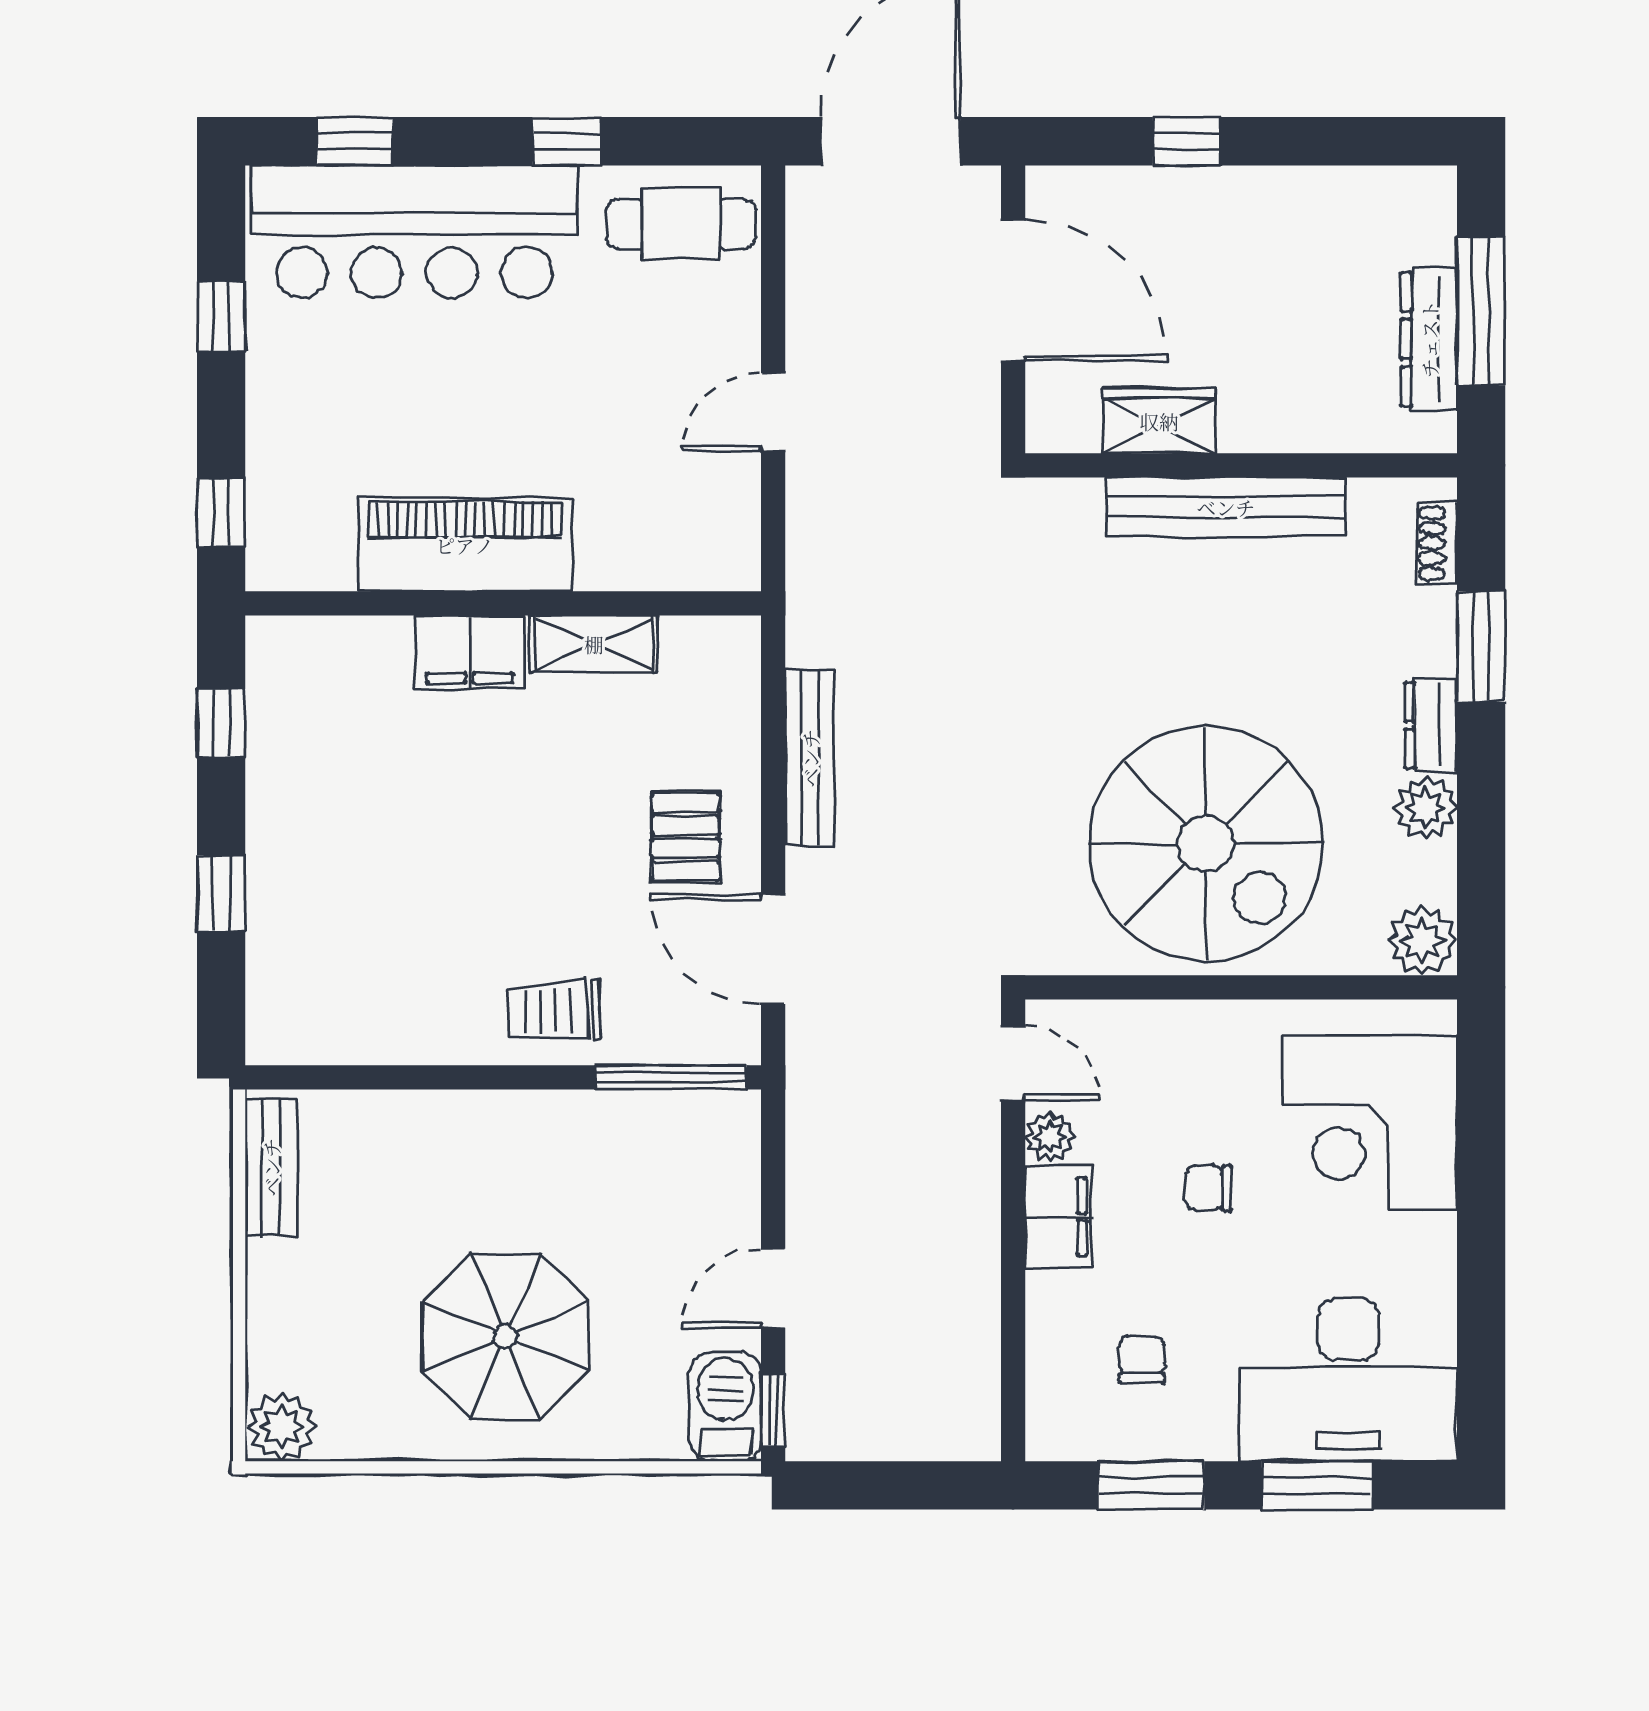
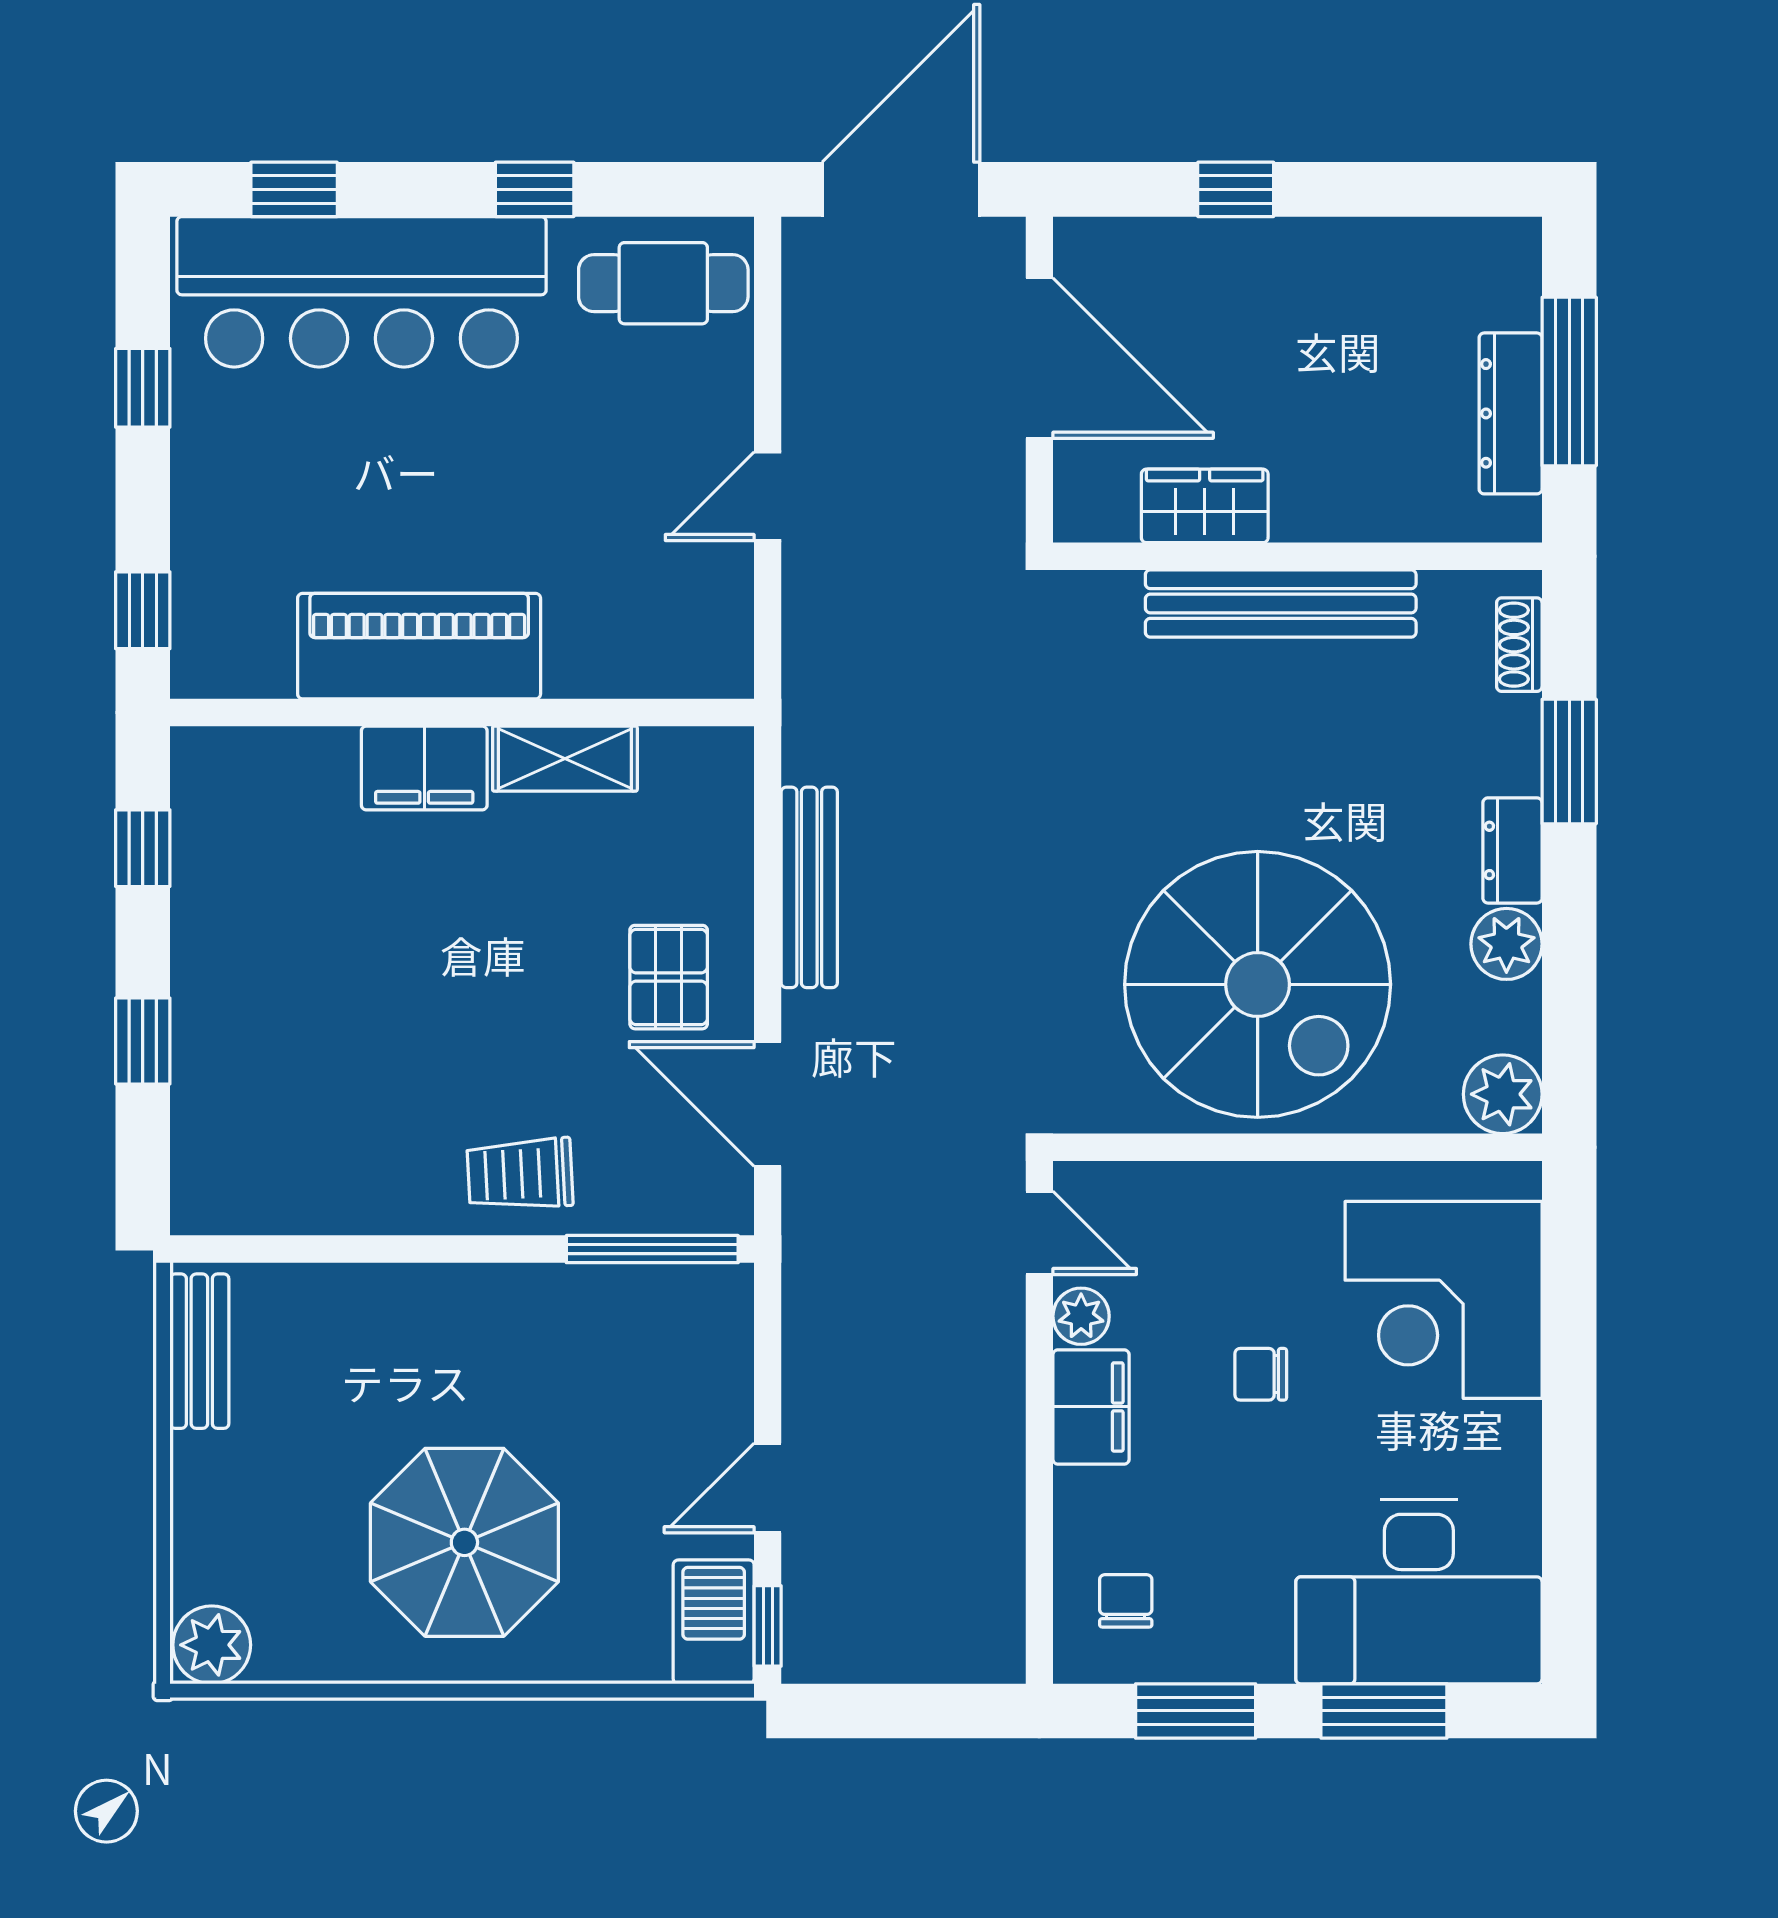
chair: (1142, 1360) -> (1126, 1601), moved

